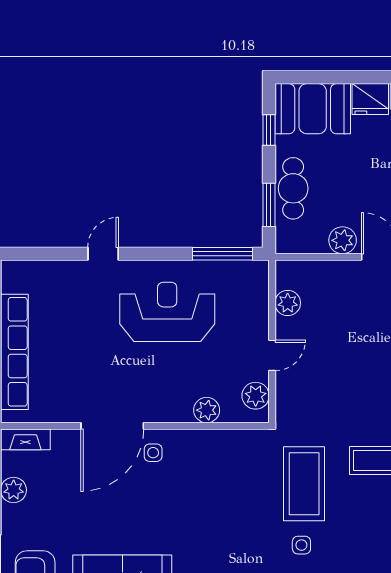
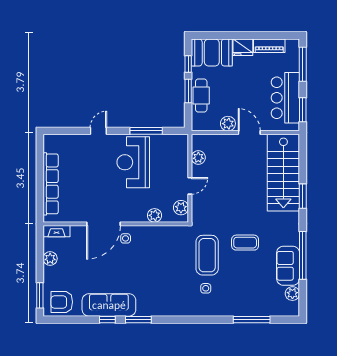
window: (269, 205) -> (188, 91), moved
window: (222, 254) -> (146, 131), moved
reception desk: (167, 312) -> (133, 162), turned -90

